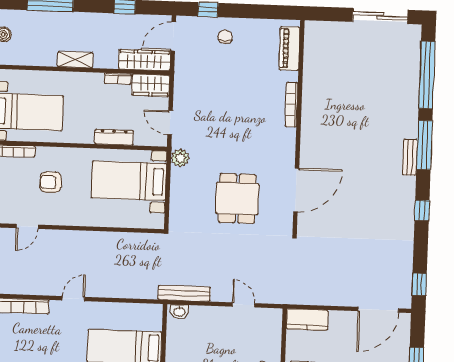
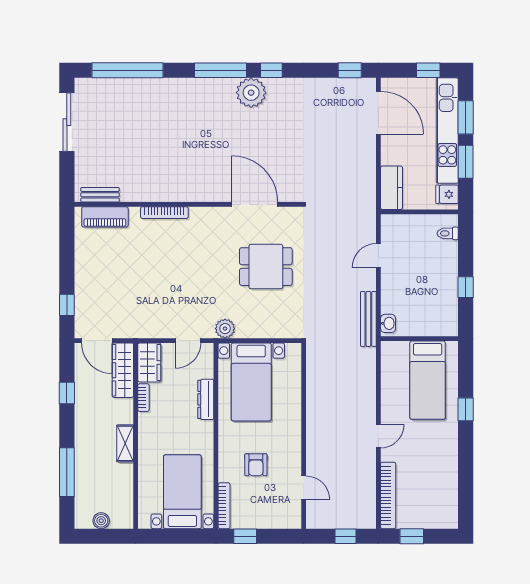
chair: (225, 37) -> (95, 286), removed
window: (424, 145) -> (221, 70), moved
bench: (410, 157) -> (100, 195), moved
plant: (402, 191) -> (251, 93), added
door: (73, 299) -> (378, 436), swing flipped

